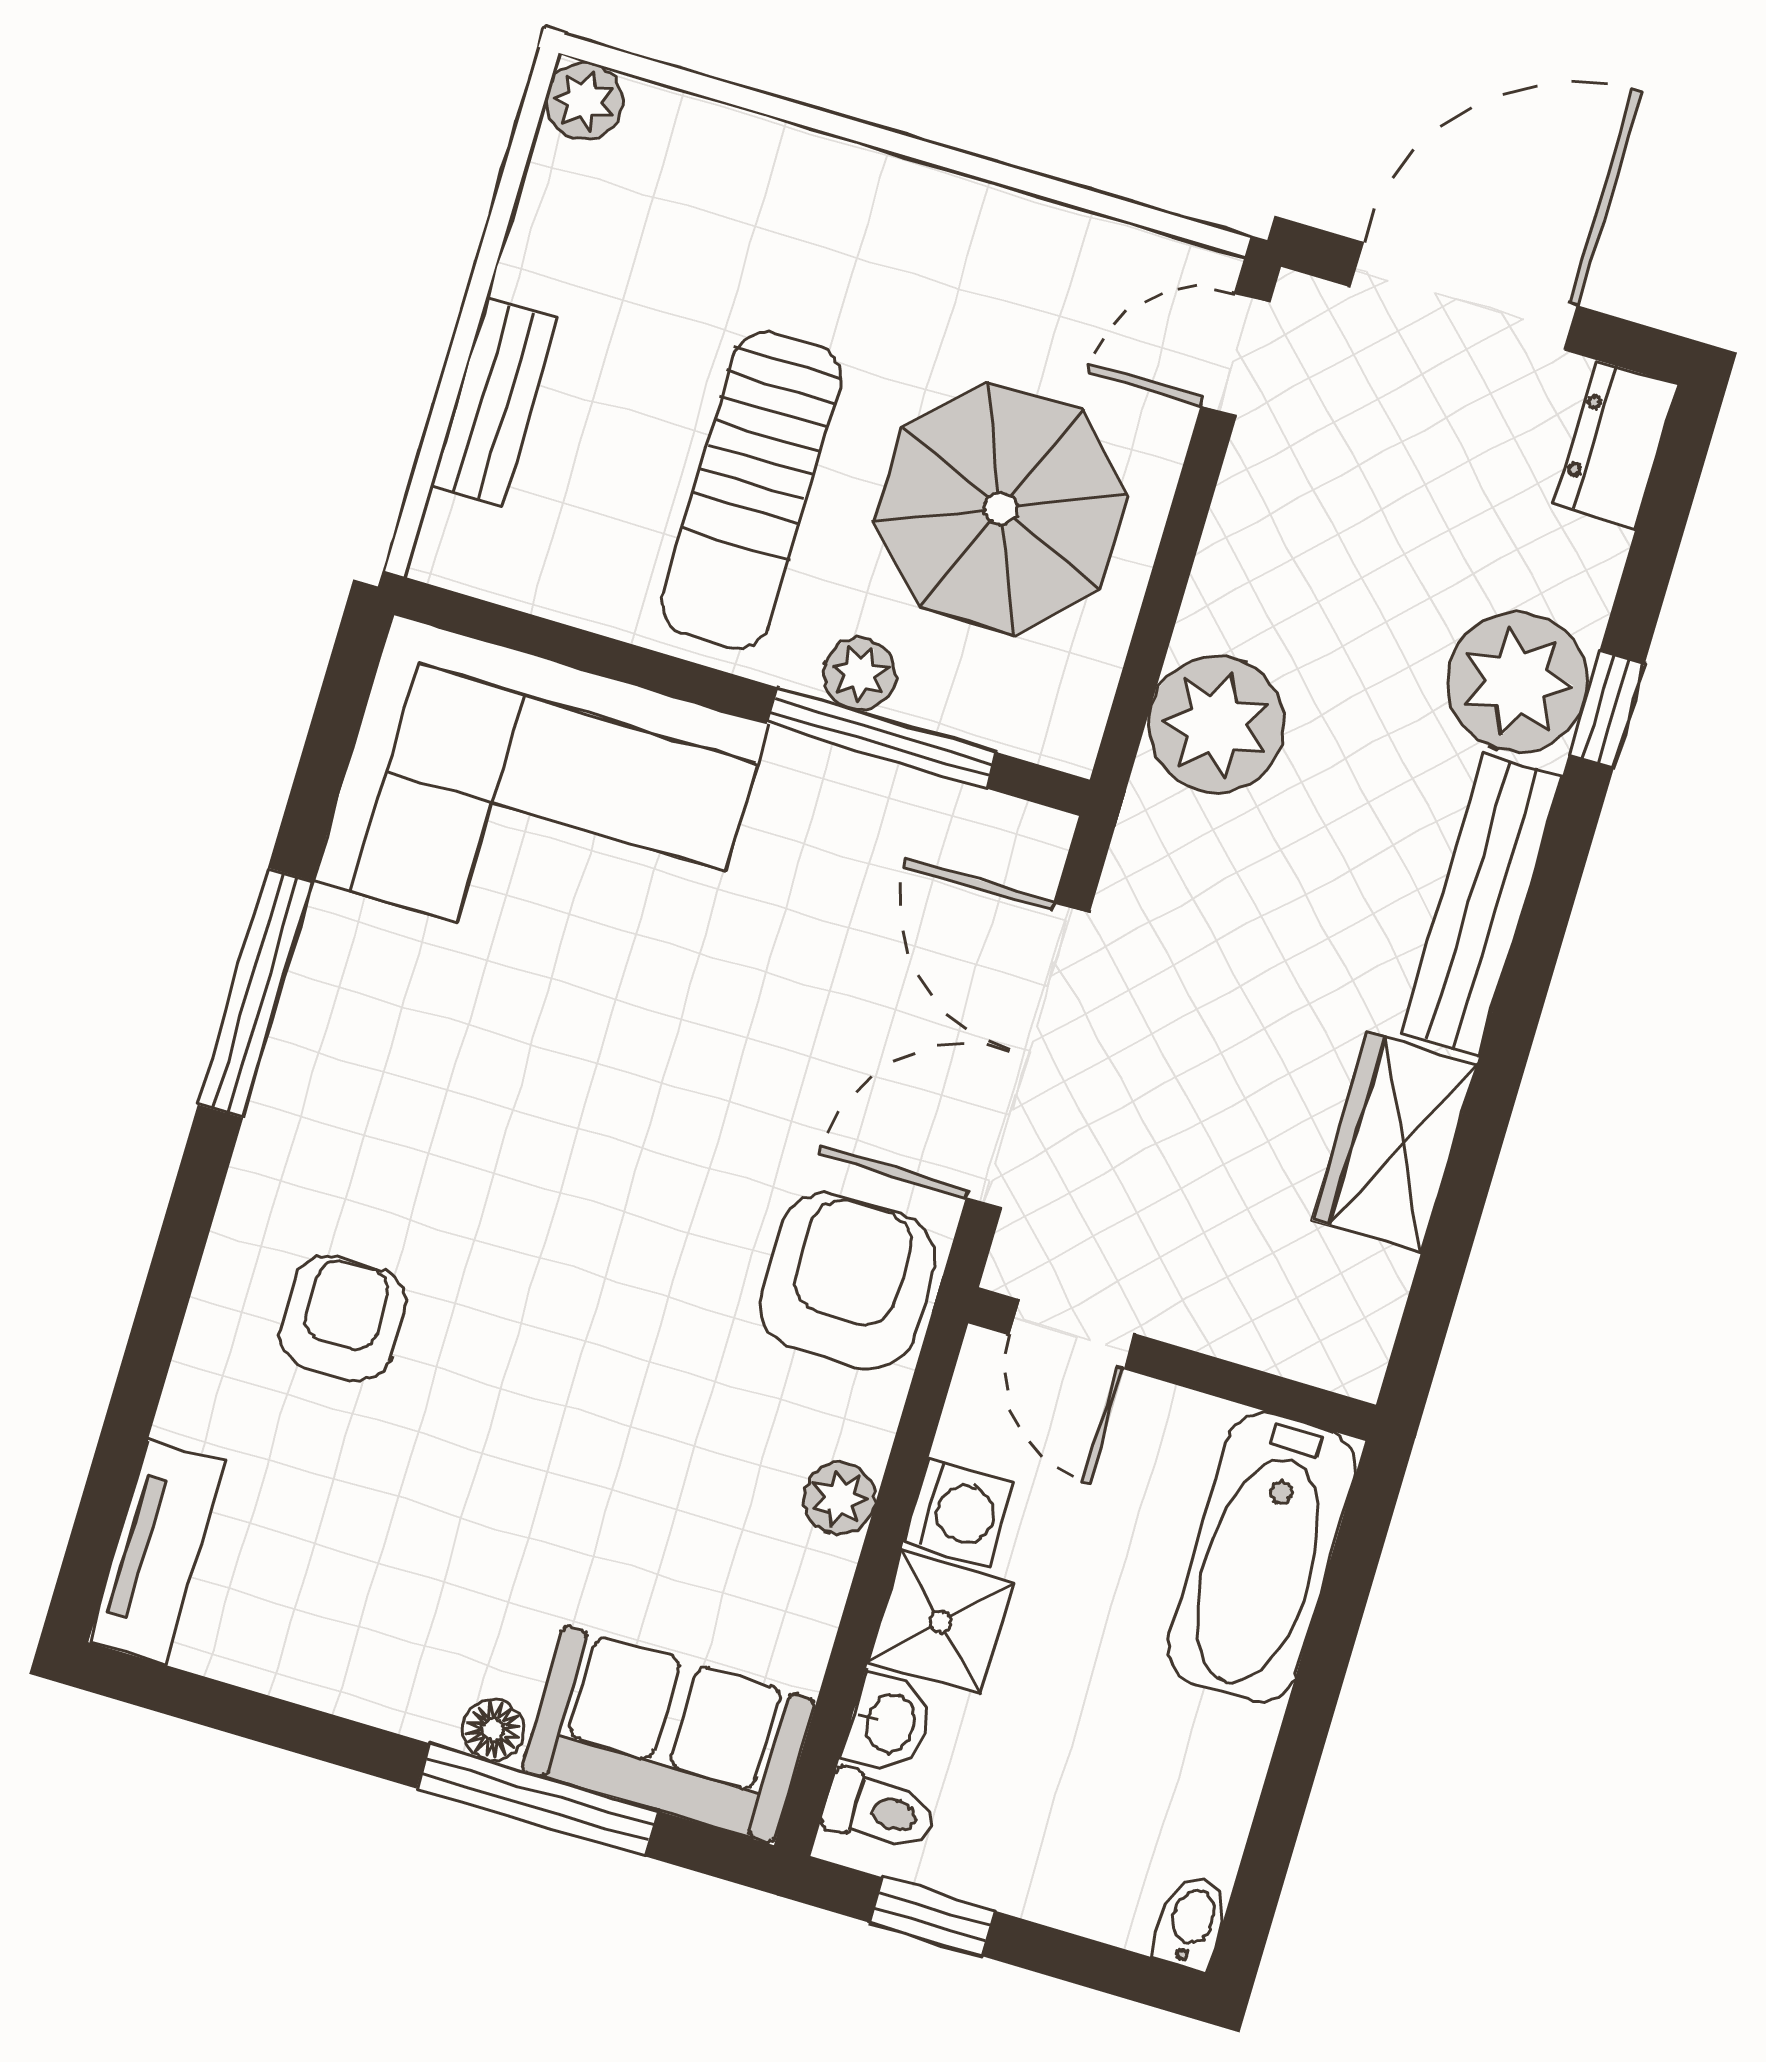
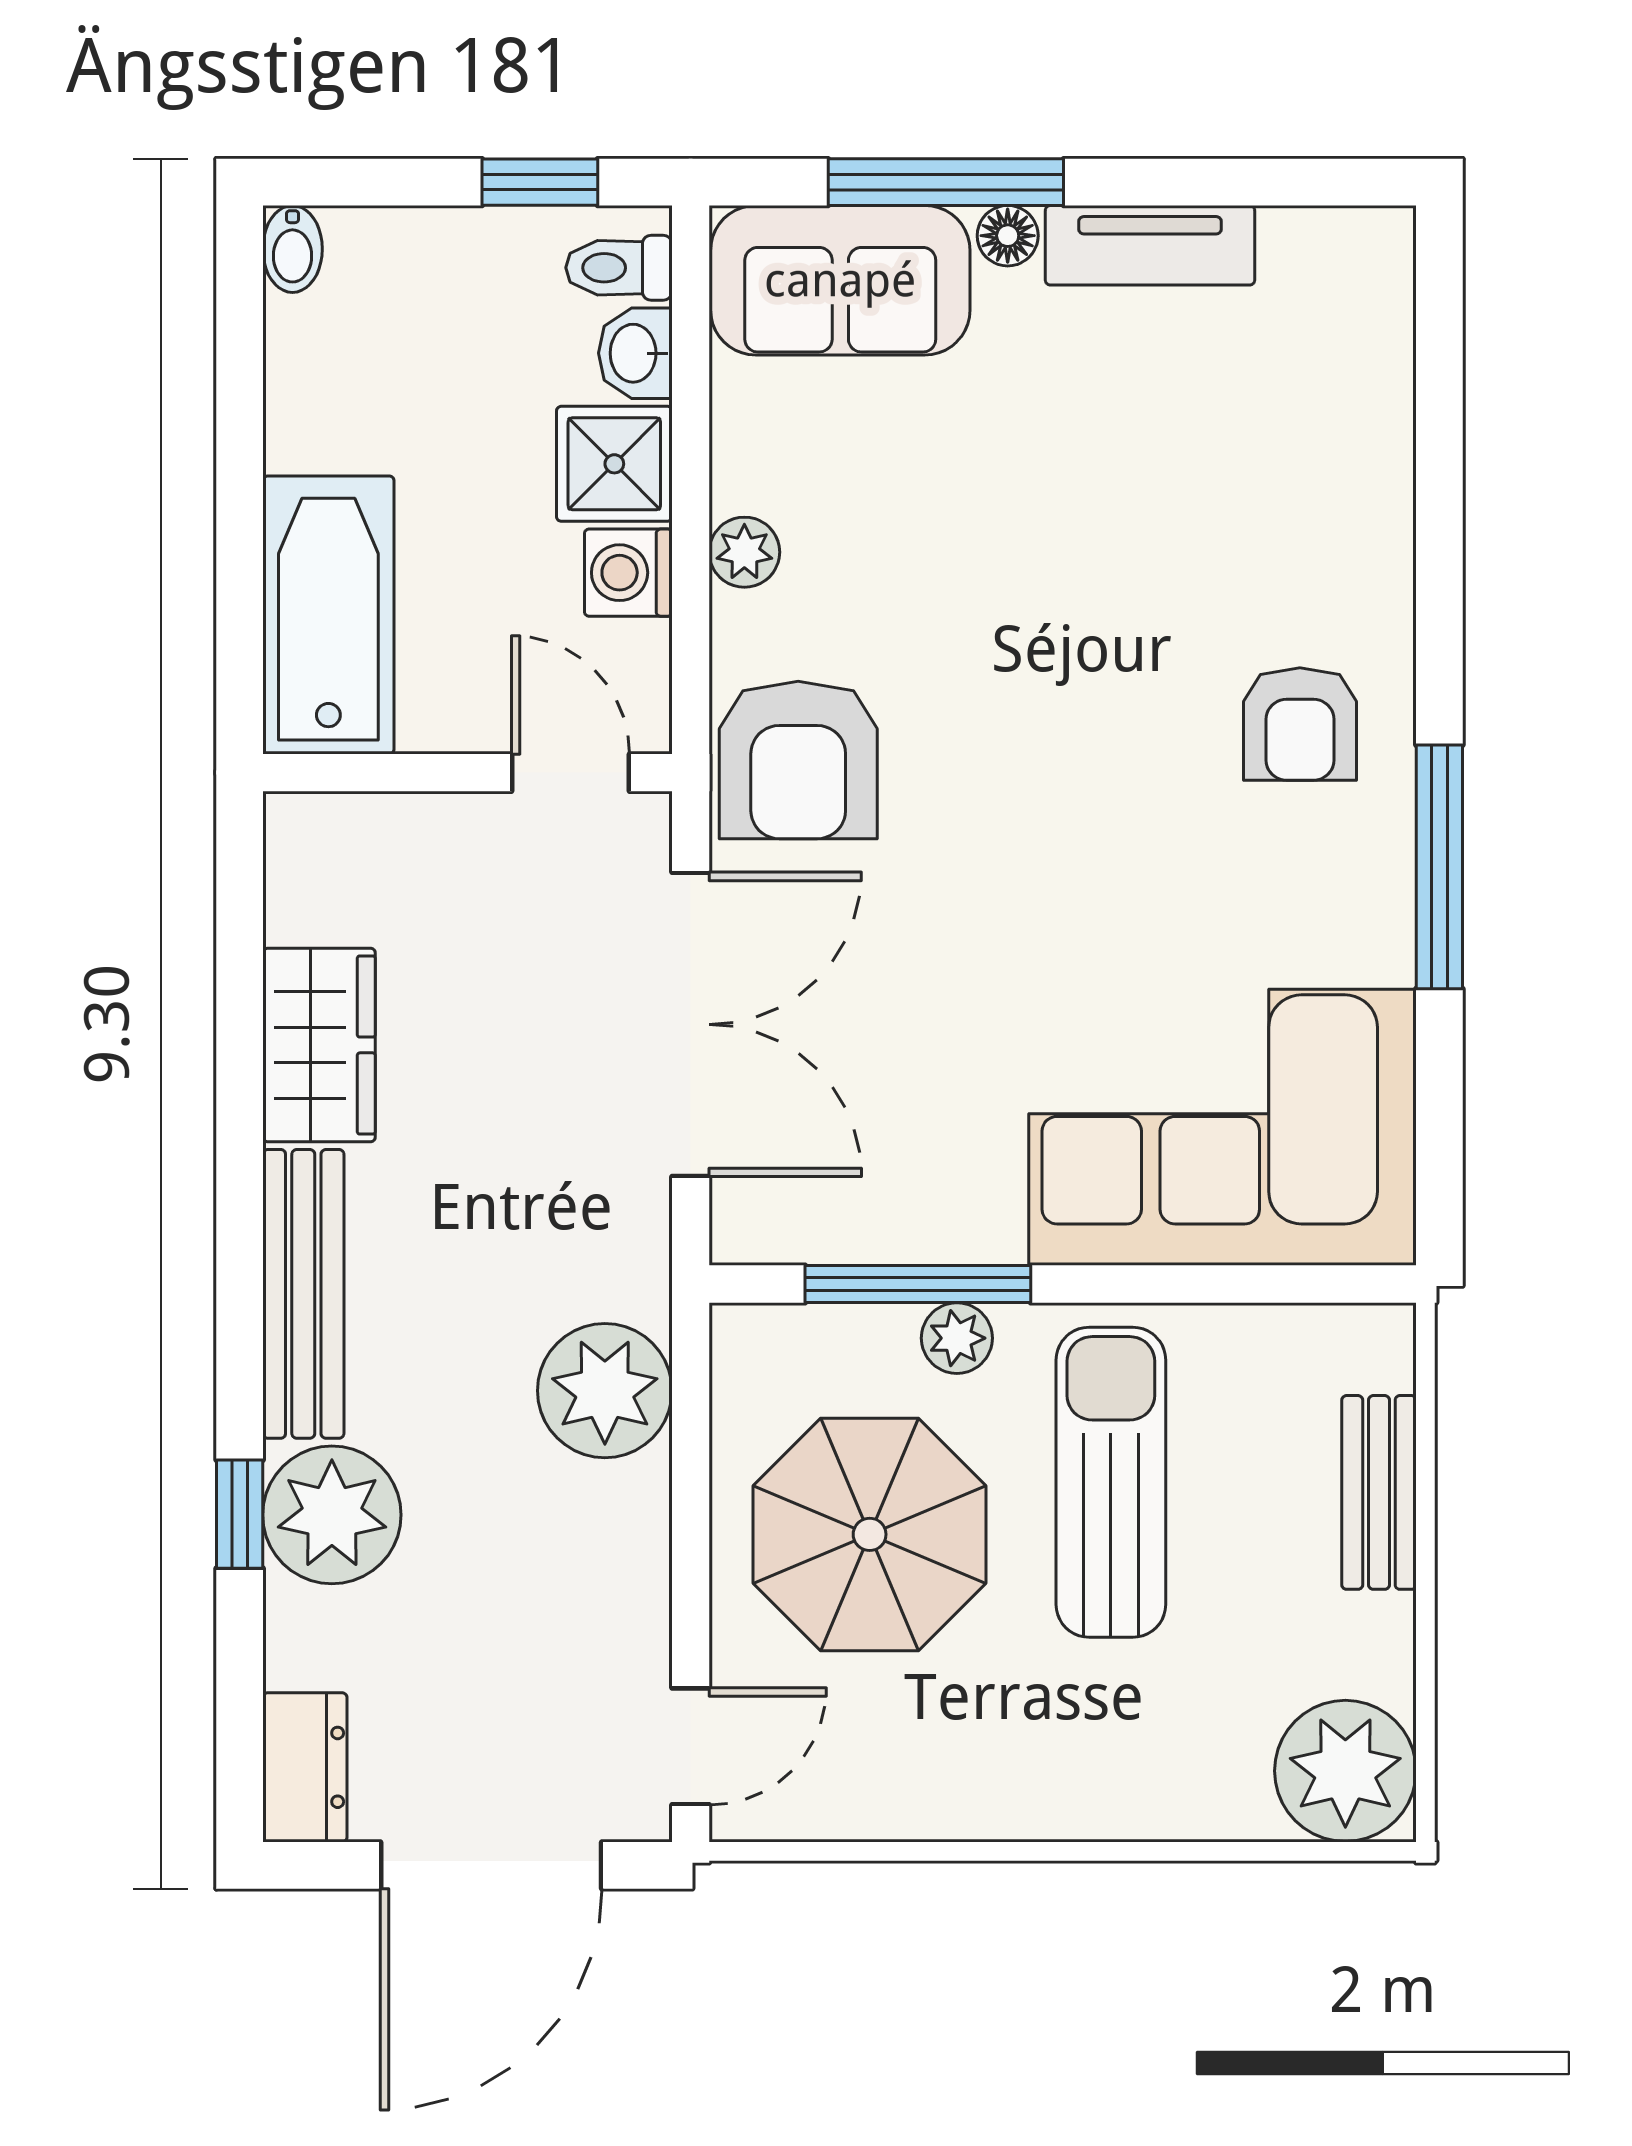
plant: (584, 101) -> (1345, 1771), width x1.88, depth x1.88
armchair: (343, 1318) -> (1300, 724), moved
tv unit: (157, 1552) -> (1150, 245), moved, turned -90

